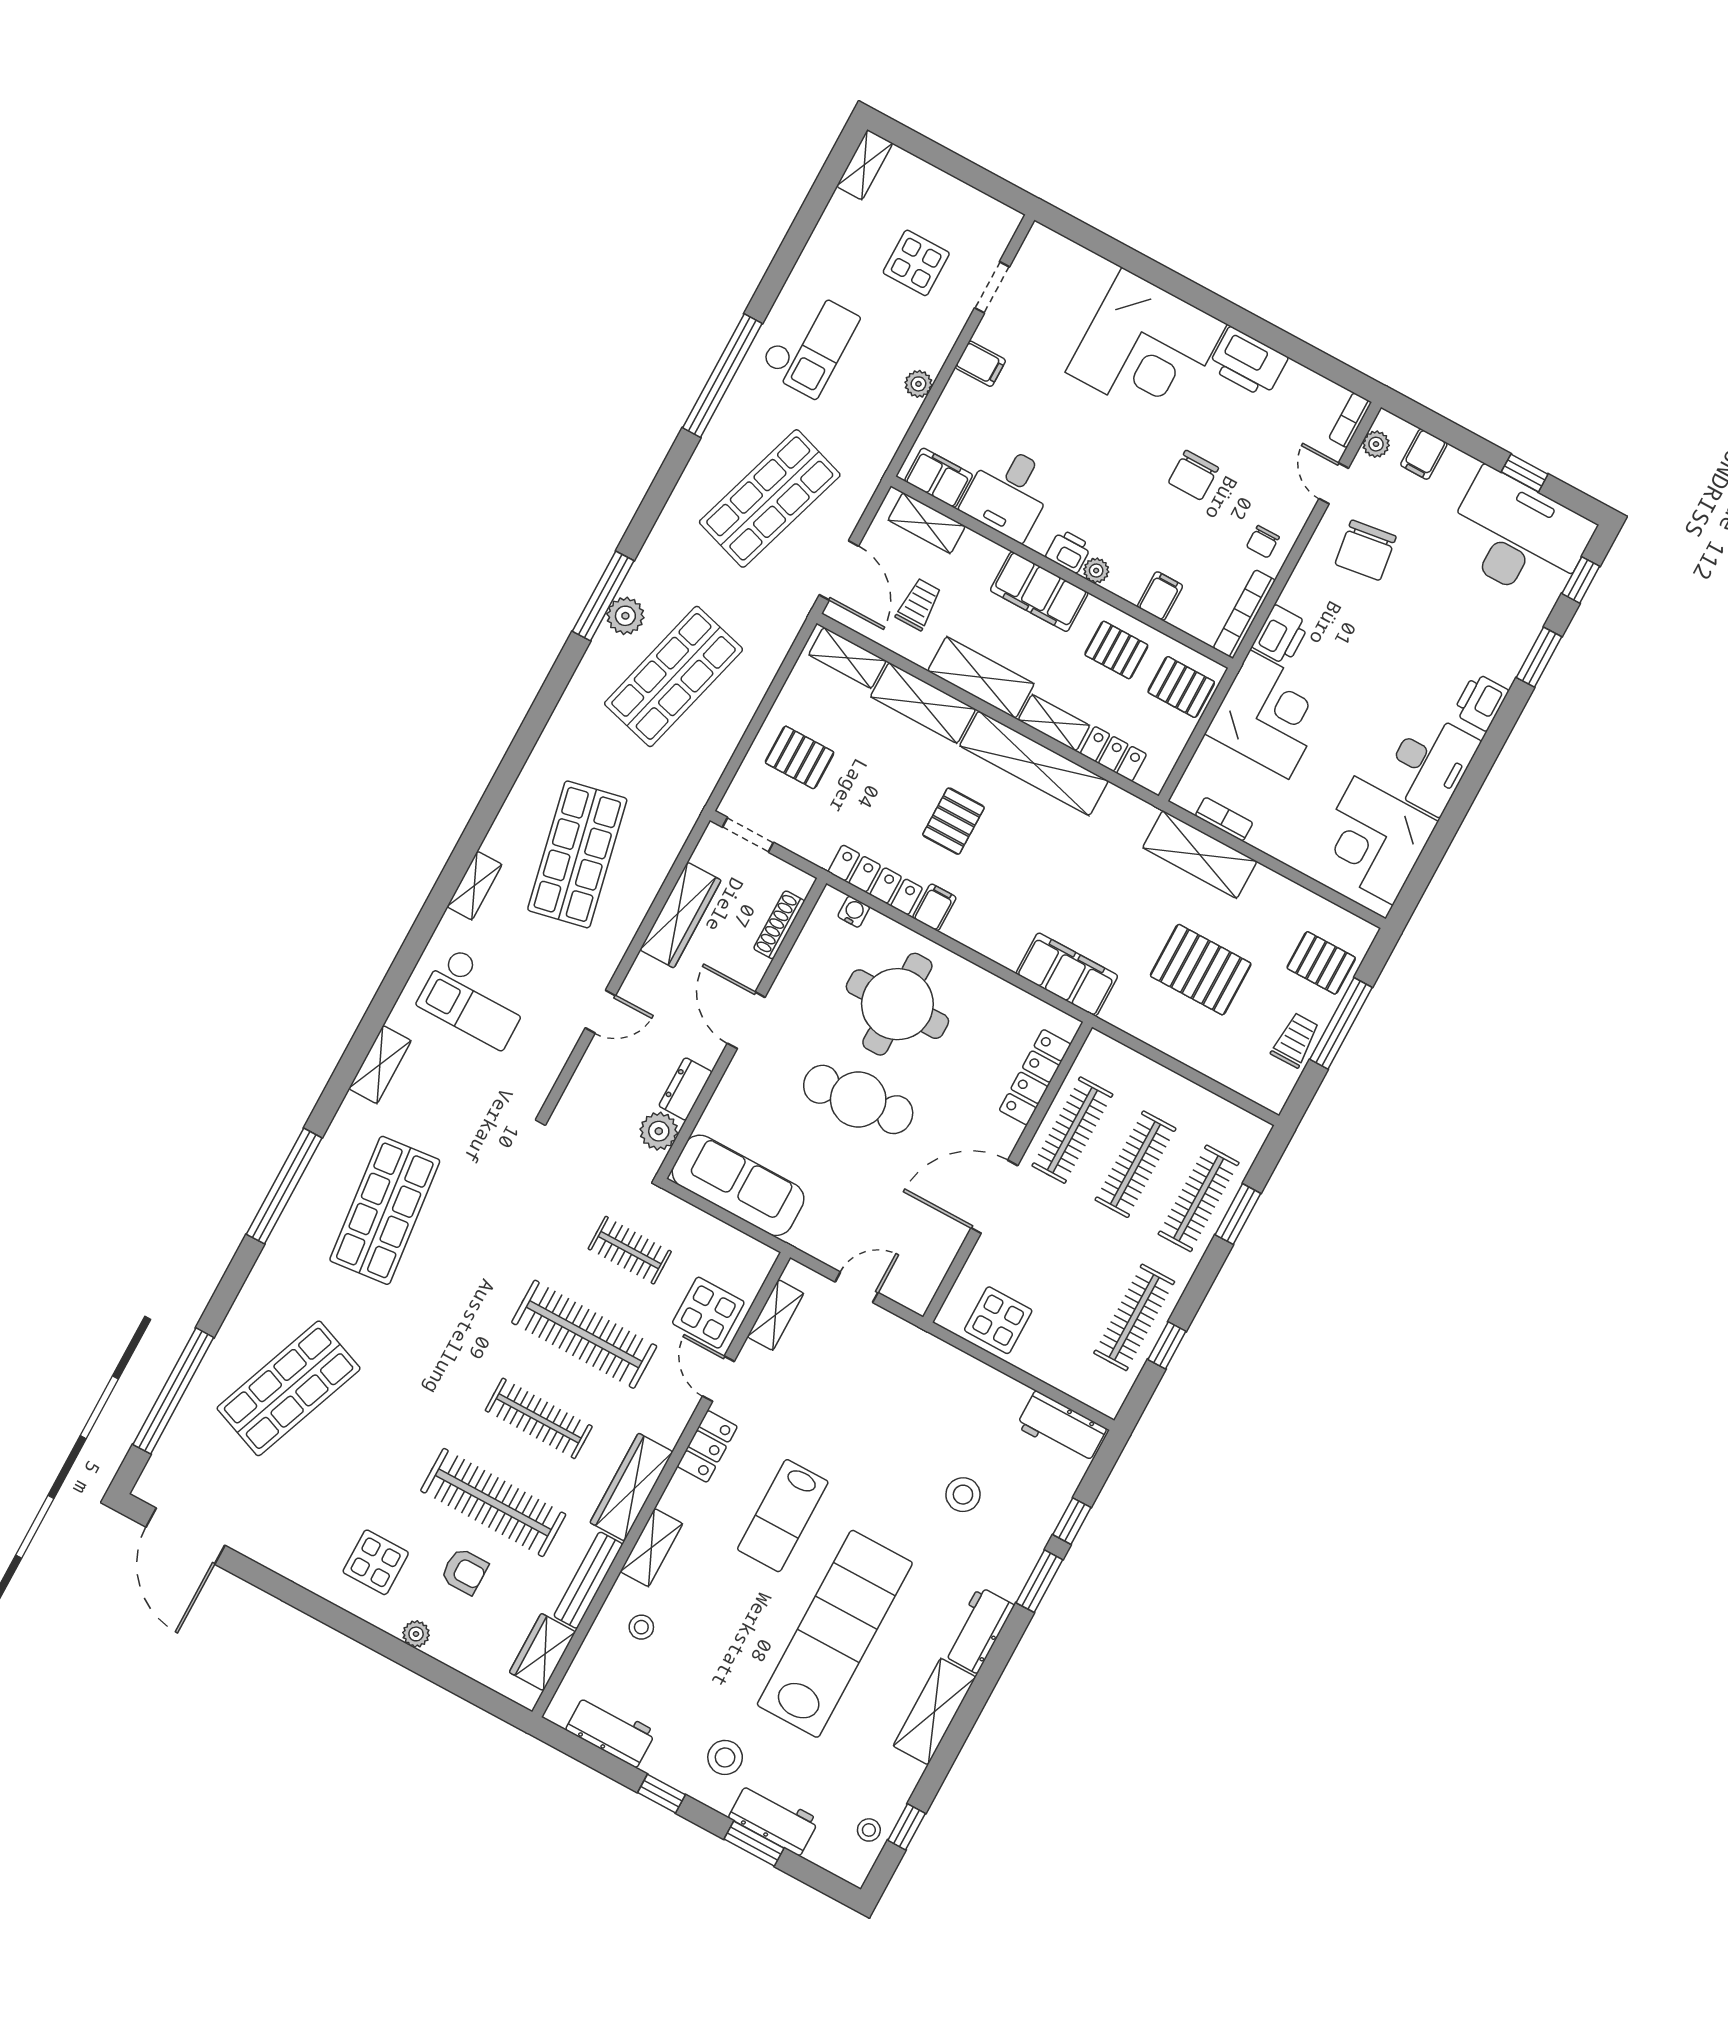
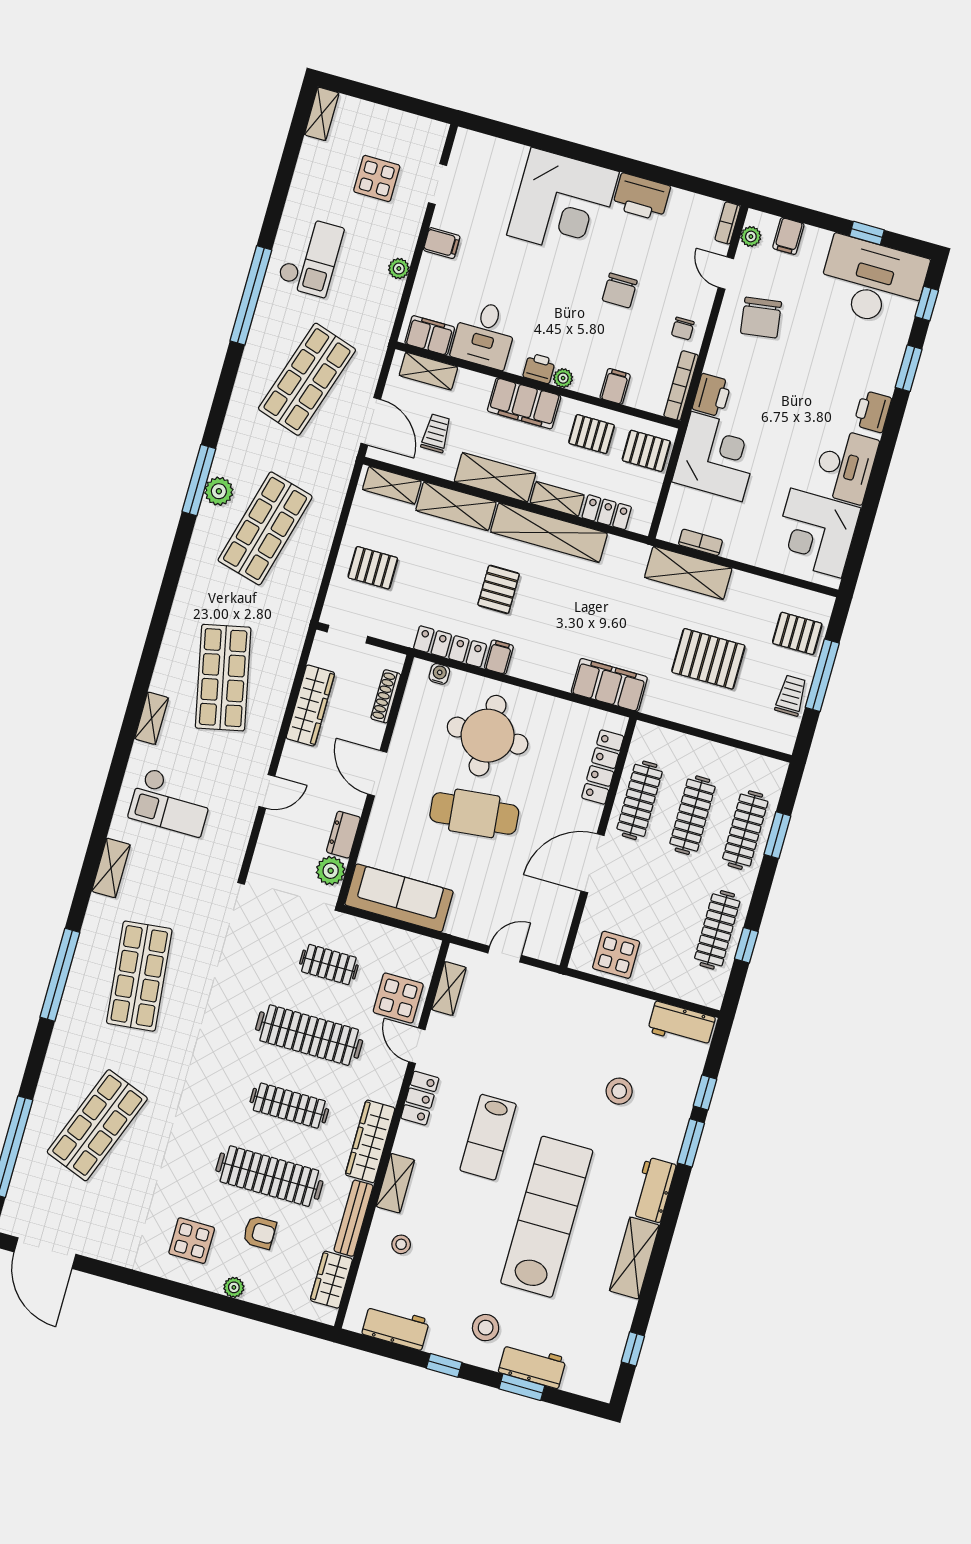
stool: (869, 1830) -> (605, 1358), removed

